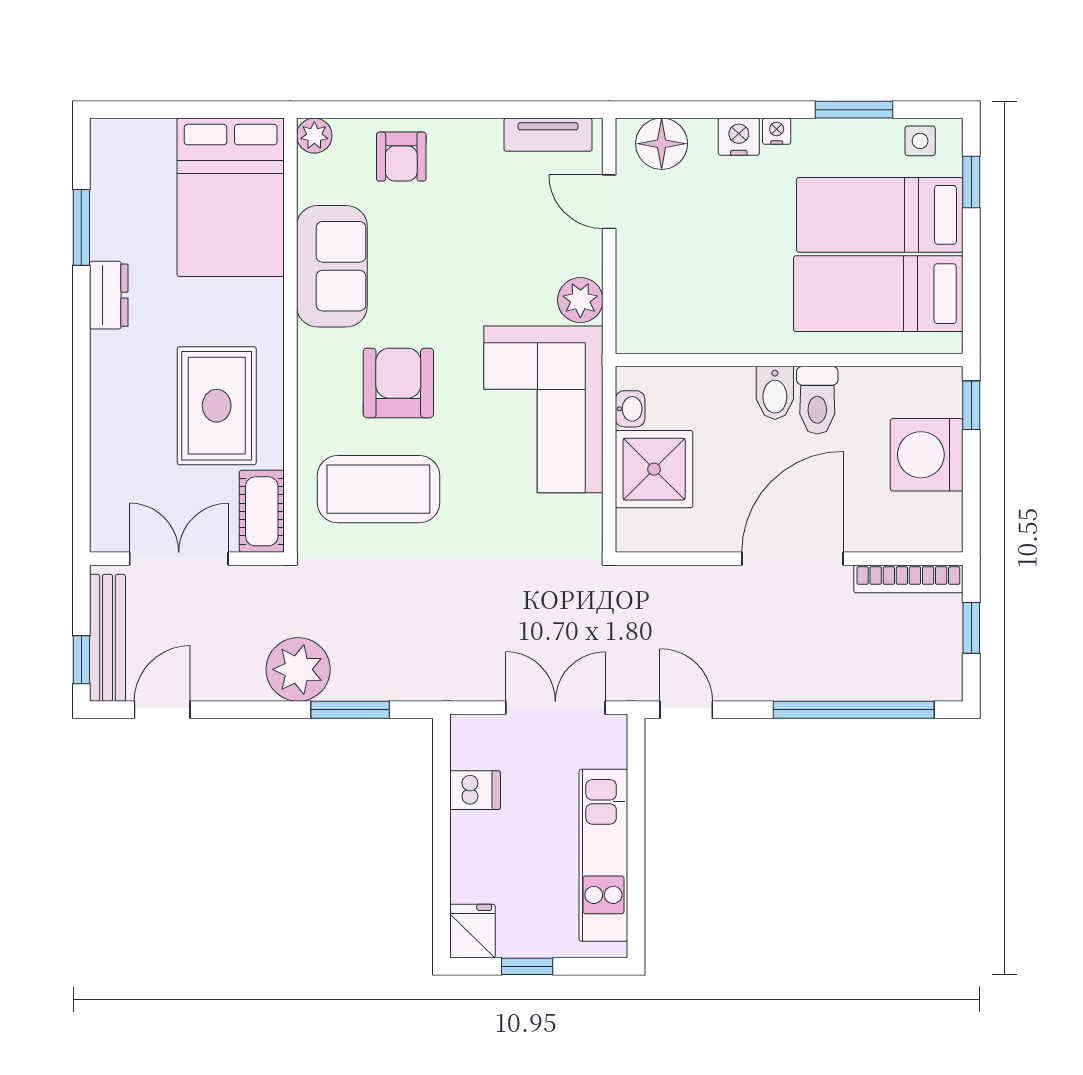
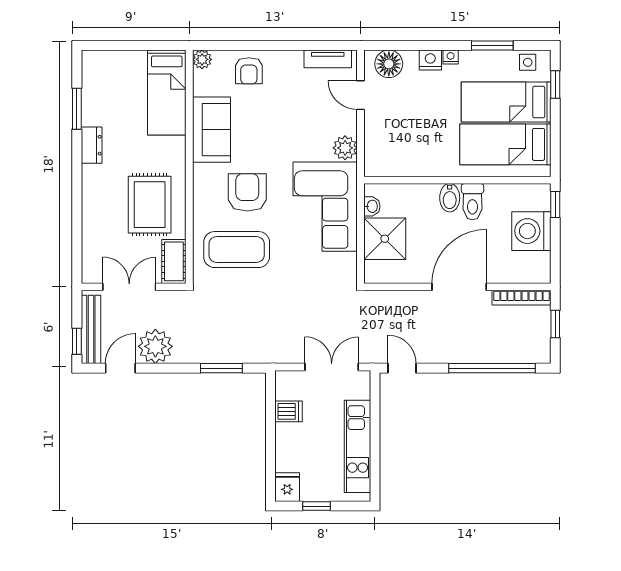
bed: (231, 197) -> (167, 93), width x0.67
plant: (298, 669) -> (155, 346), moved

